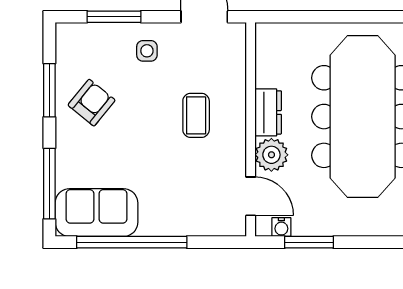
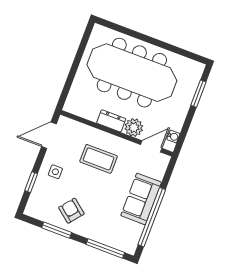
window: (114, 17) -> (31, 182), width x0.67
coffee table: (196, 115) -> (99, 159), width x1.36, depth x1.30
sofa: (96, 213) -> (141, 199), moved
window: (309, 242) -> (198, 94), moved

